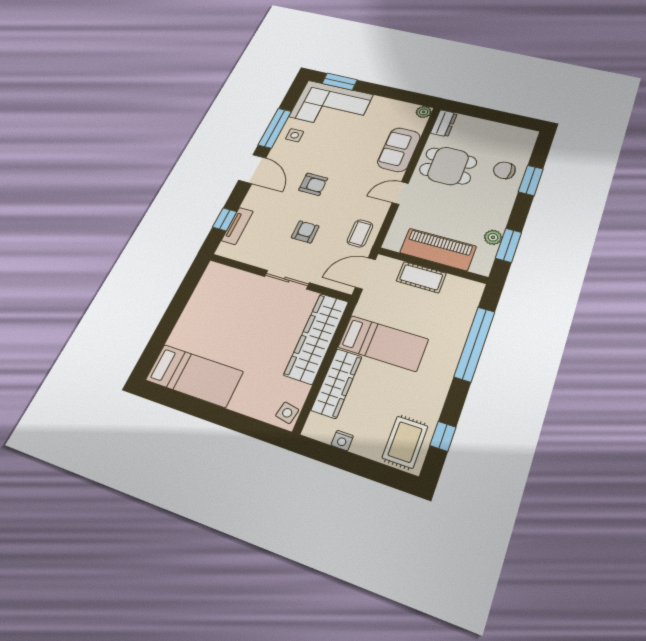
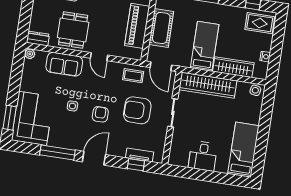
side table: (295, 135) -> (72, 106), moved
armchair: (305, 232) -> (137, 110), width x1.88, depth x1.88
cot: (421, 277) -> (161, 28), width x1.37, depth x1.34
desk: (206, 312) -> (203, 156), added

